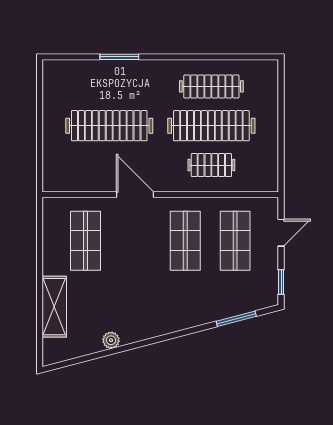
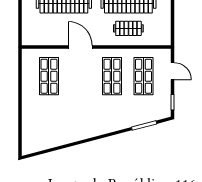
door: (281, 233) -> (172, 71), hinge flipped
shelving: (54, 307) -> (29, 118), removed
plant: (111, 340) -> (65, 139), removed

